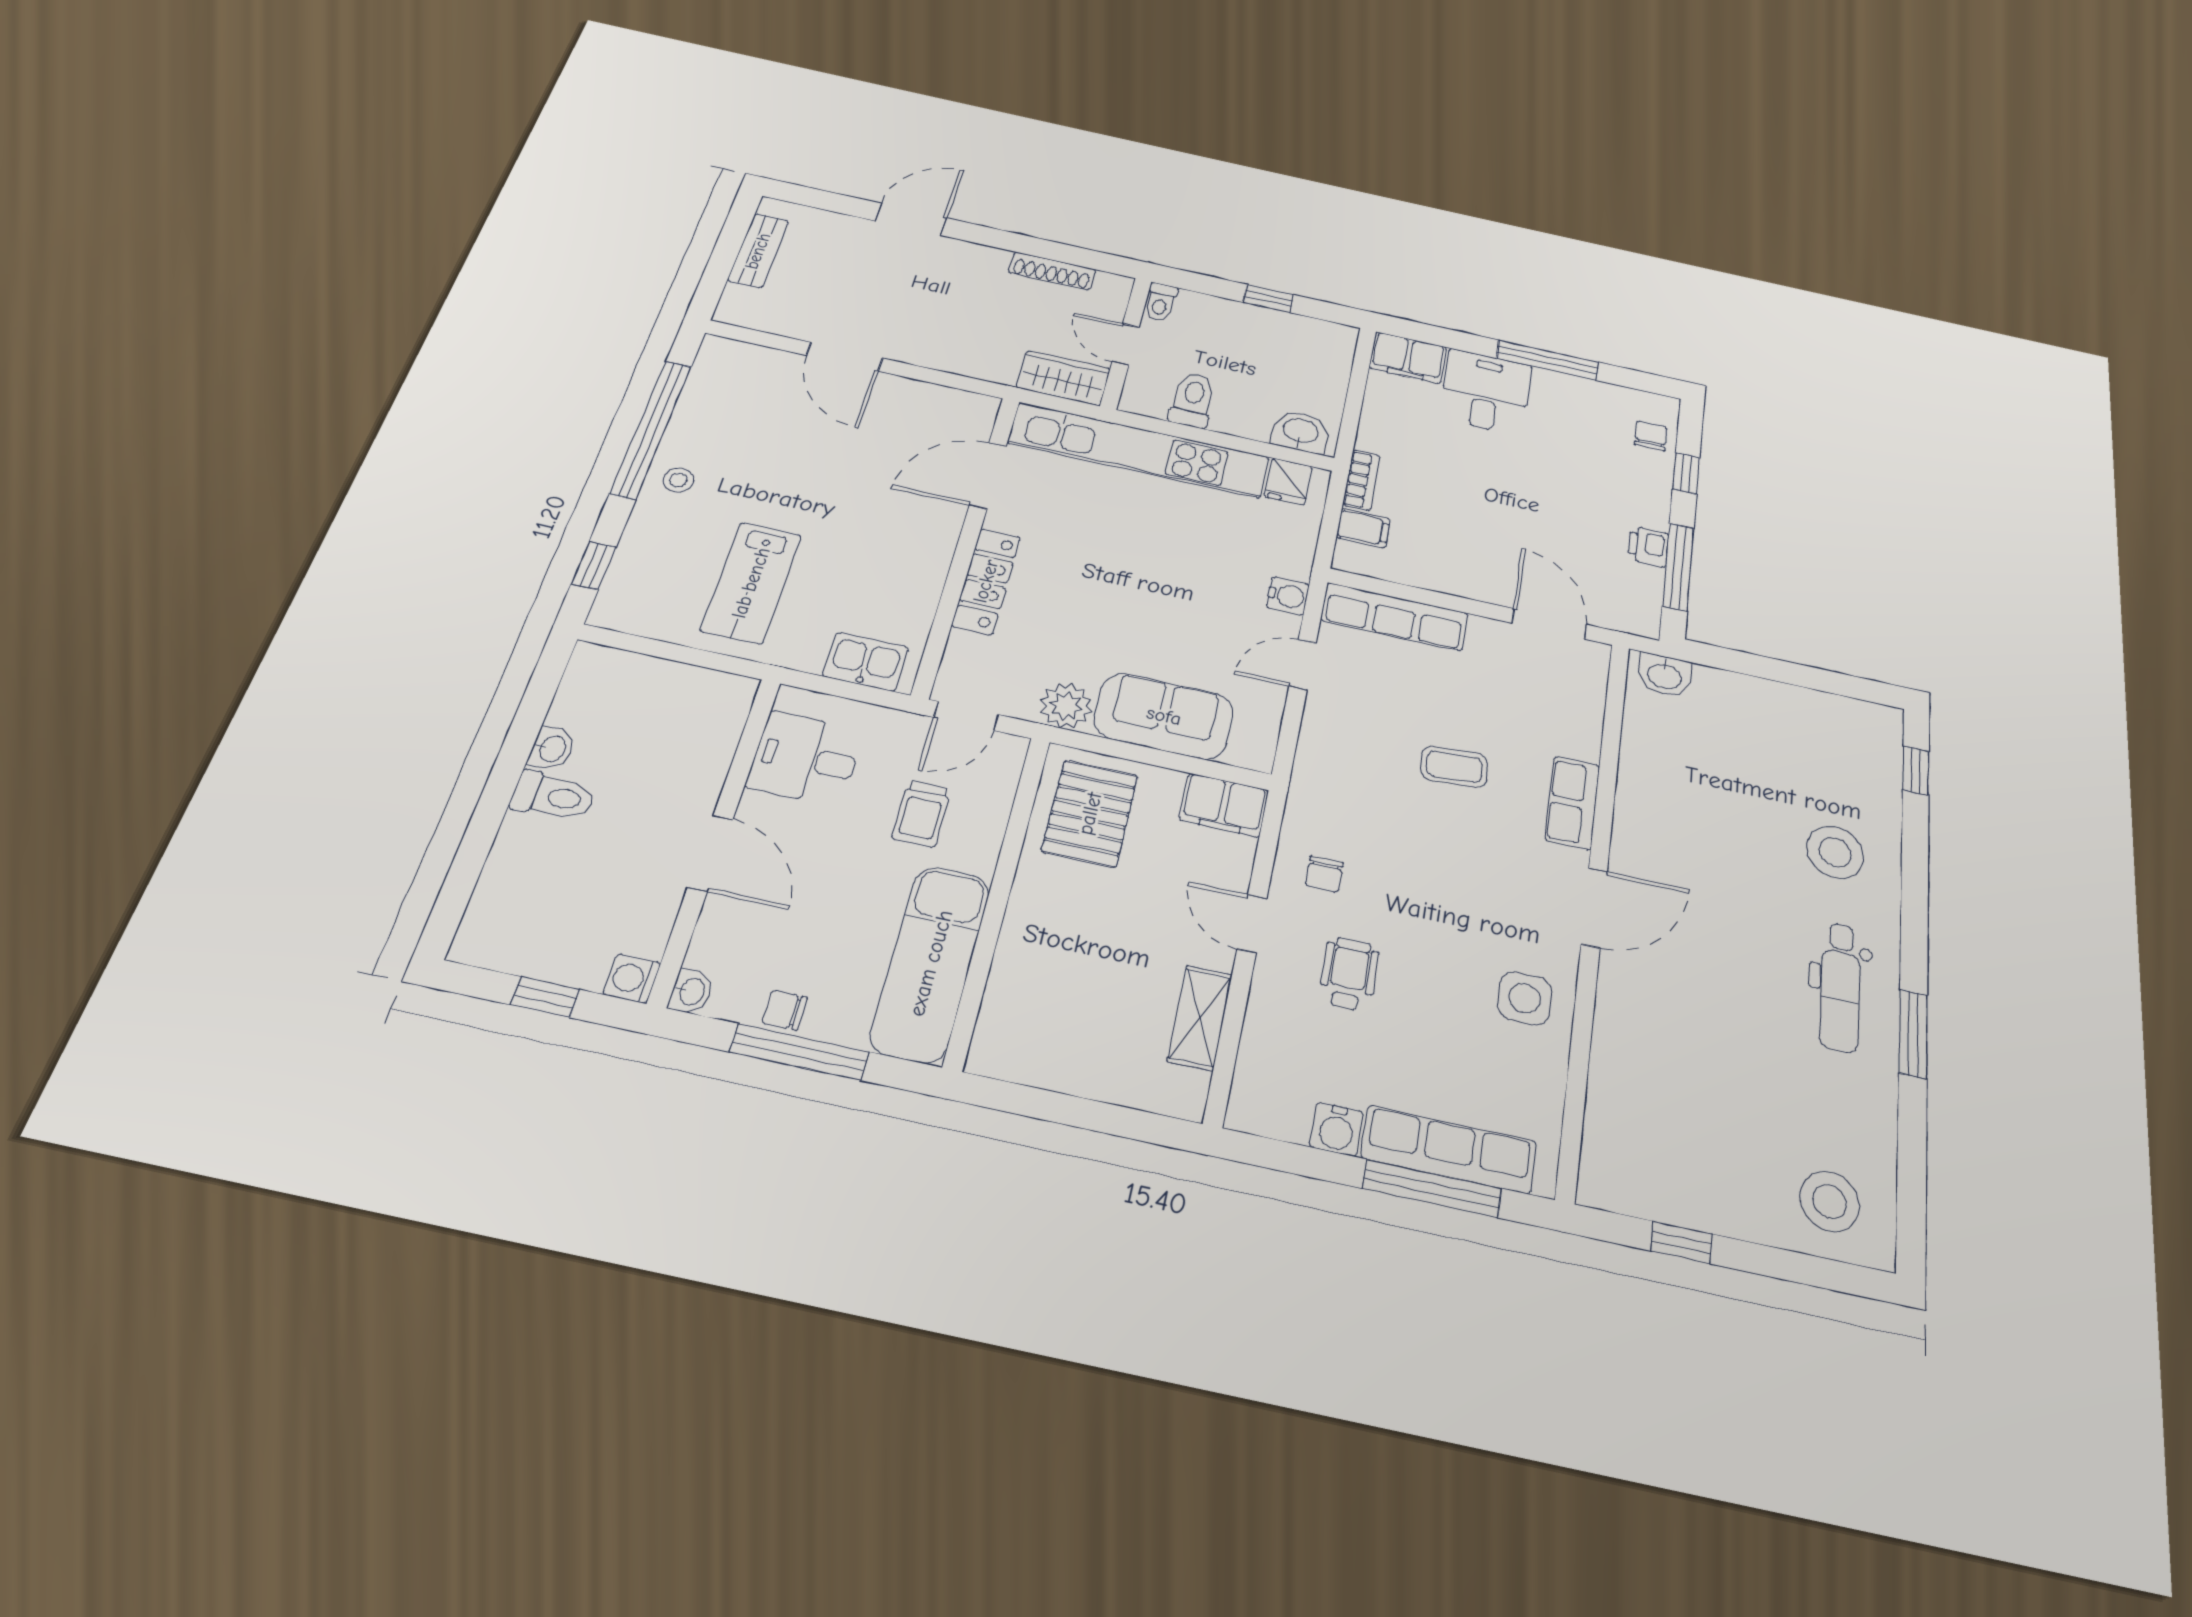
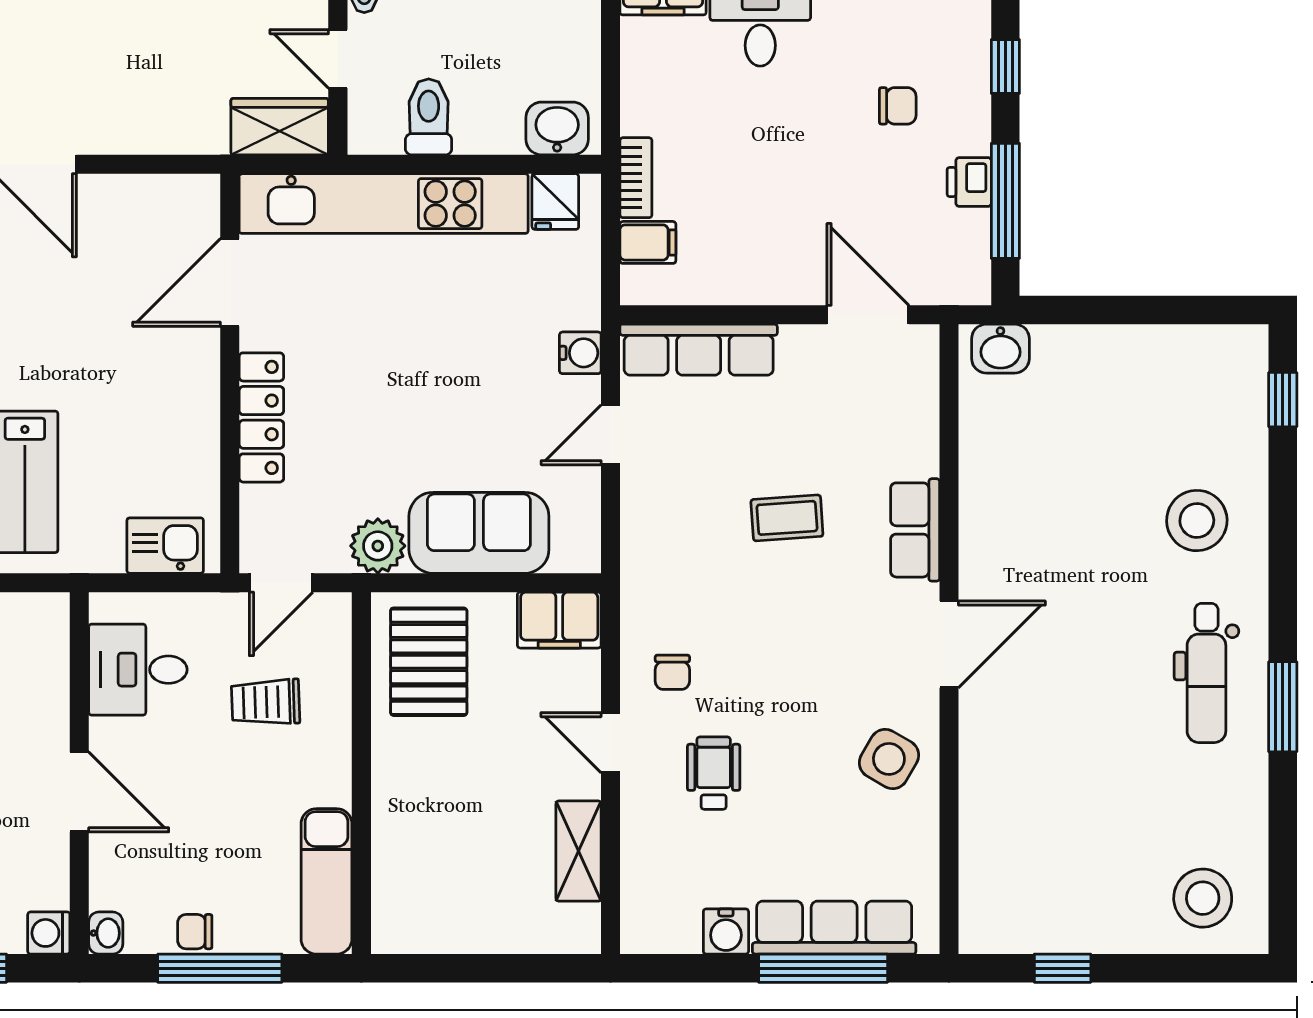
chair: (1651, 436) -> (898, 106), moved, turned 90
trolley: (921, 814) -> (266, 702), turned 88
exam couch: (931, 963) -> (327, 881), width x0.73, depth x0.69
side table: (1525, 998) -> (889, 759), turned 30

